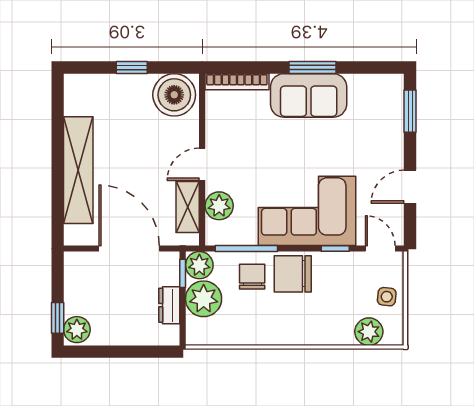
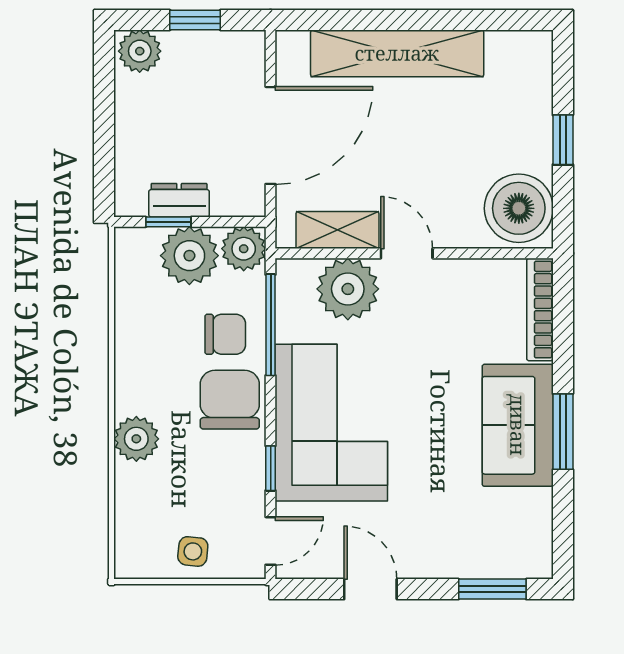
plant: (219, 206) -> (348, 289), width x1.36, depth x1.36
window: (183, 273) -> (168, 222), moved
window: (58, 318) -> (195, 20), moved
plant: (369, 332) -> (136, 439), moved

